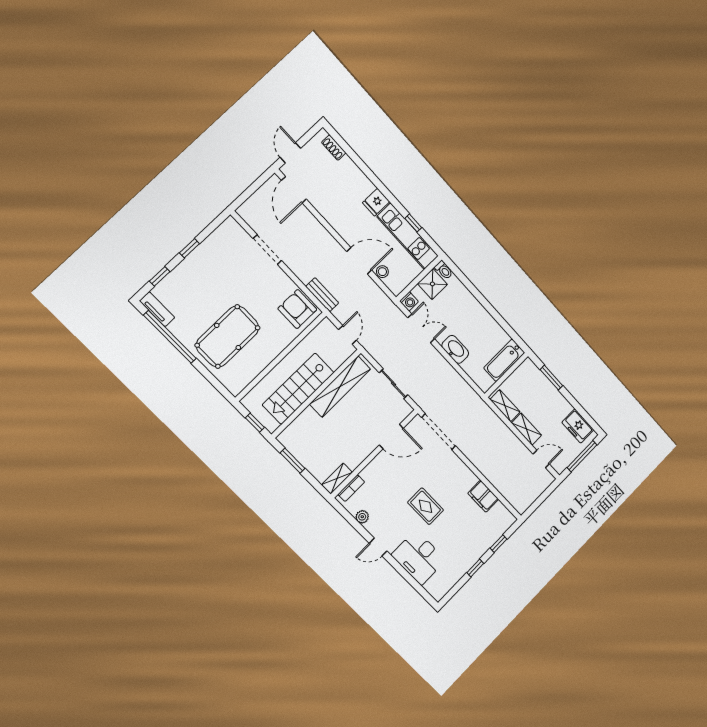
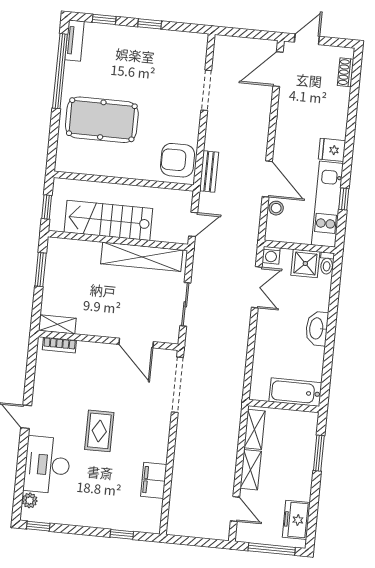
armchair: (297, 309) -> (178, 160), turned -90
washbasin: (455, 349) -> (317, 328), moved, turned 180
plant: (362, 517) -> (30, 500), moved
window: (475, 568) -> (38, 526), moved

